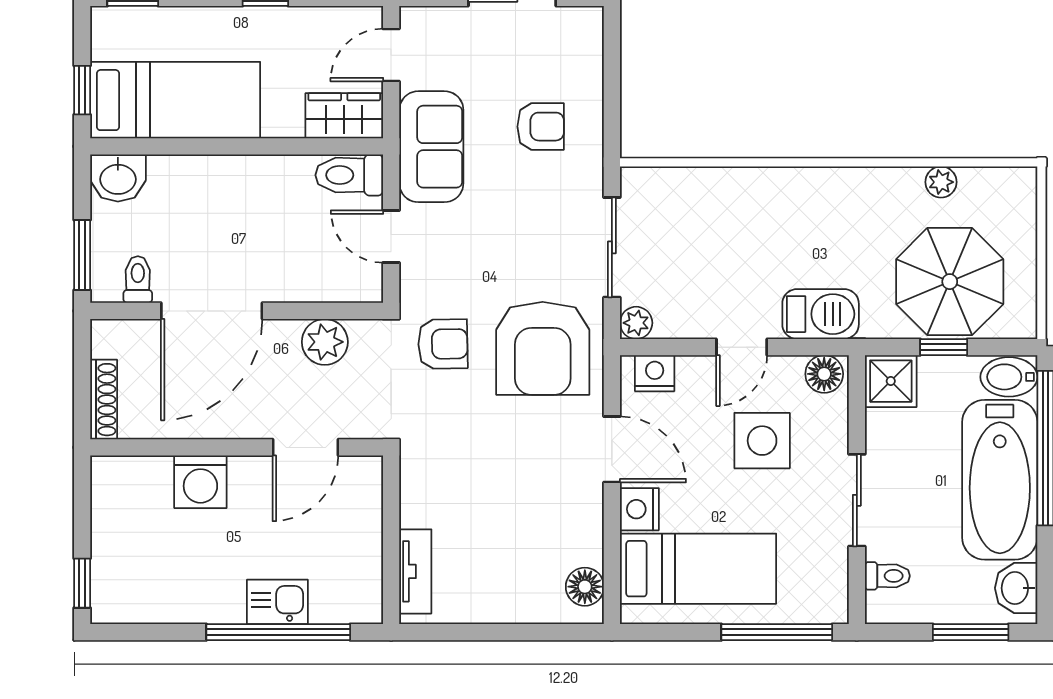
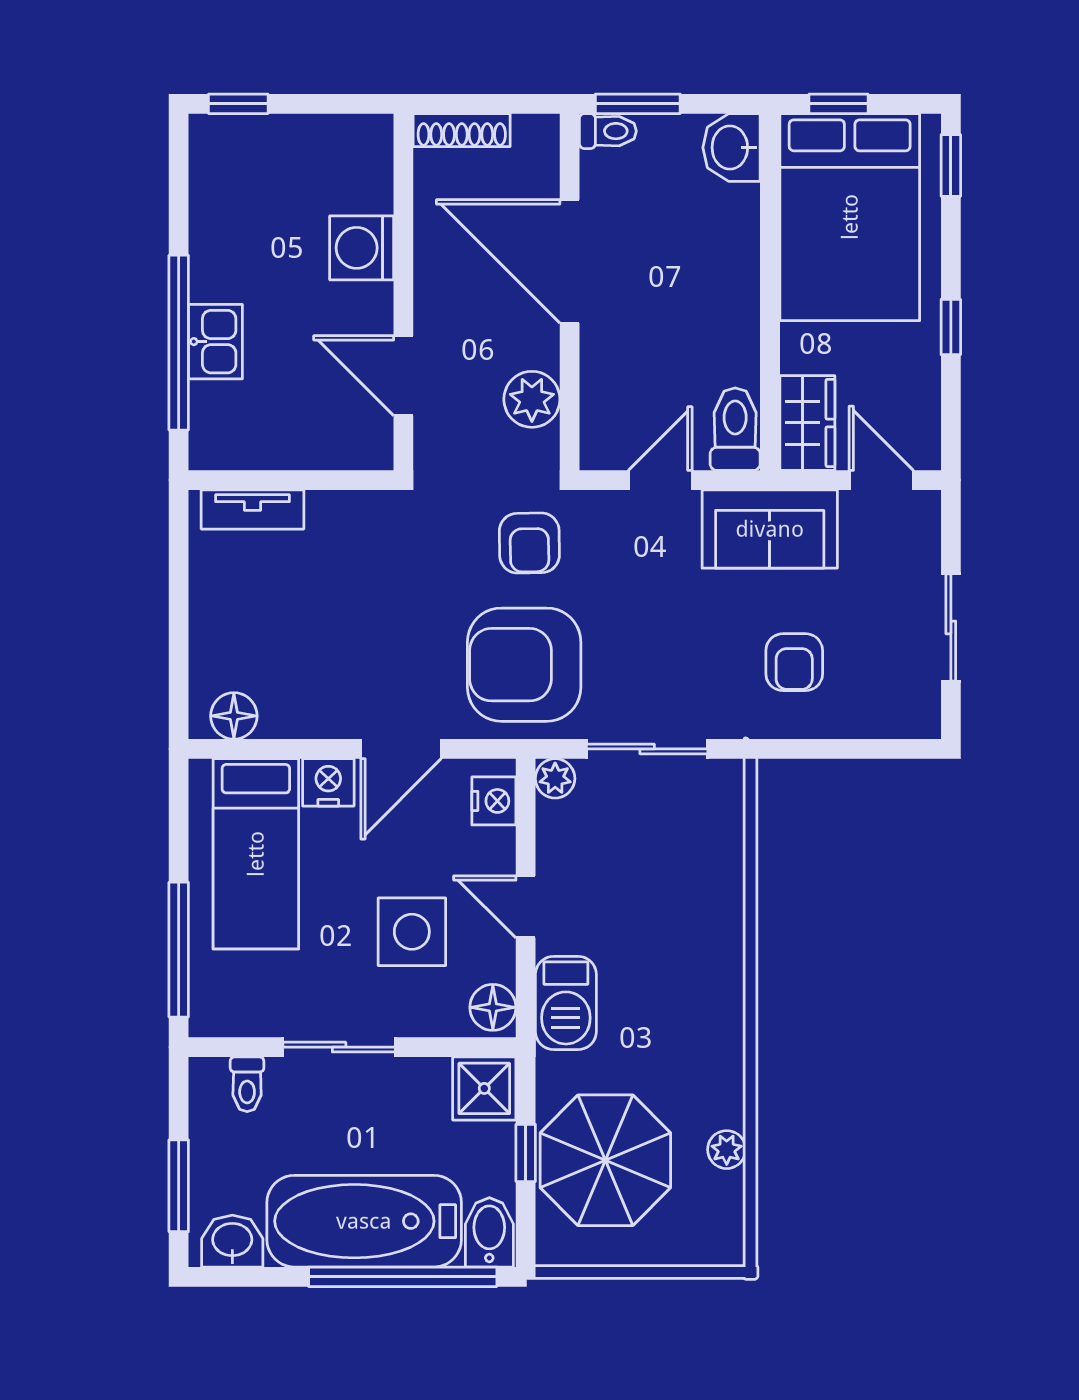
bed: (175, 100) -> (850, 217), width x1.50
toilet: (138, 280) -> (608, 131), moved

